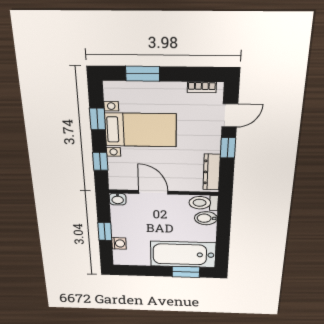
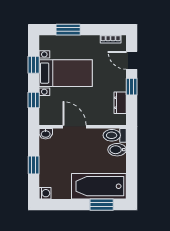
door: (230, 115) -> (132, 60), swing flipped
dresser: (212, 172) -> (120, 103), width x0.70
washing machine: (119, 243) -> (45, 193), moved

